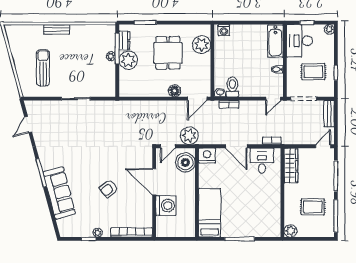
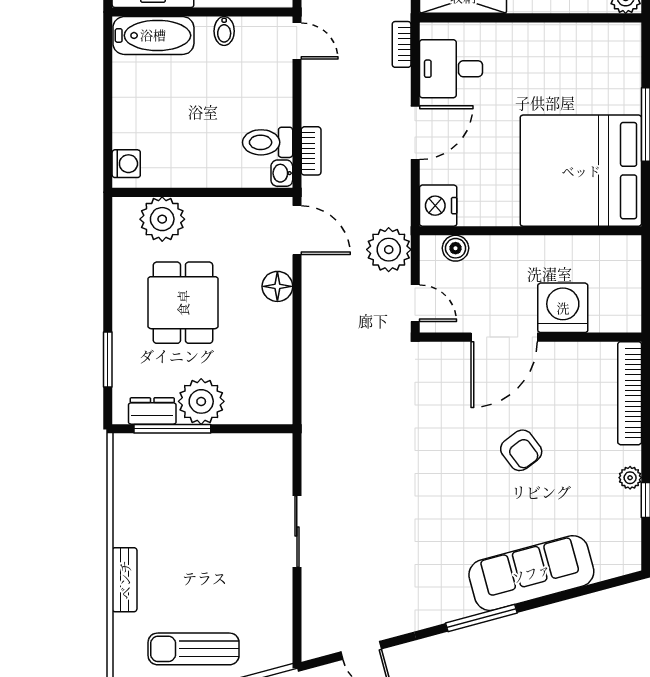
dining table: (168, 53) -> (183, 303), turned 90
plant: (111, 56) -> (191, 444), removed
sun lounger: (43, 68) -> (194, 649), moved
boiler: (185, 162) -> (456, 248), width x0.54, depth x0.54
bed: (210, 213) -> (581, 171), width x2.04

